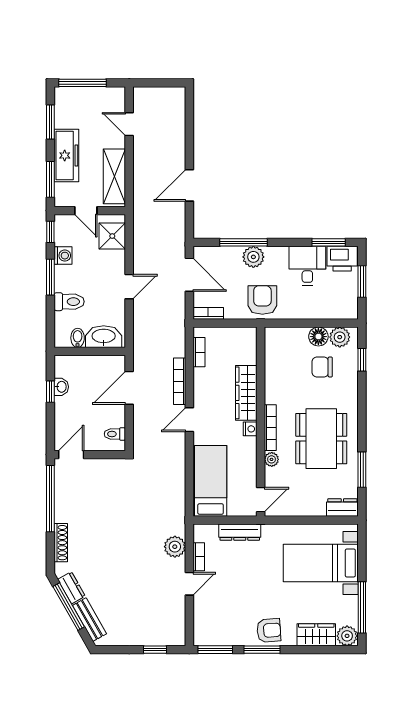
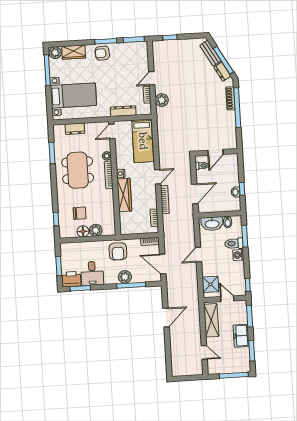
freezer: (66, 155) -> (241, 336), width x0.71
washing machine: (63, 256) -> (238, 255), moved
window: (50, 277) -> (245, 236), moved
plant: (340, 337) -> (96, 230), moved
door: (71, 455) -> (215, 152), moved
window: (50, 499) -> (237, 108), moved
dresser: (342, 508) -> (75, 129), moved

